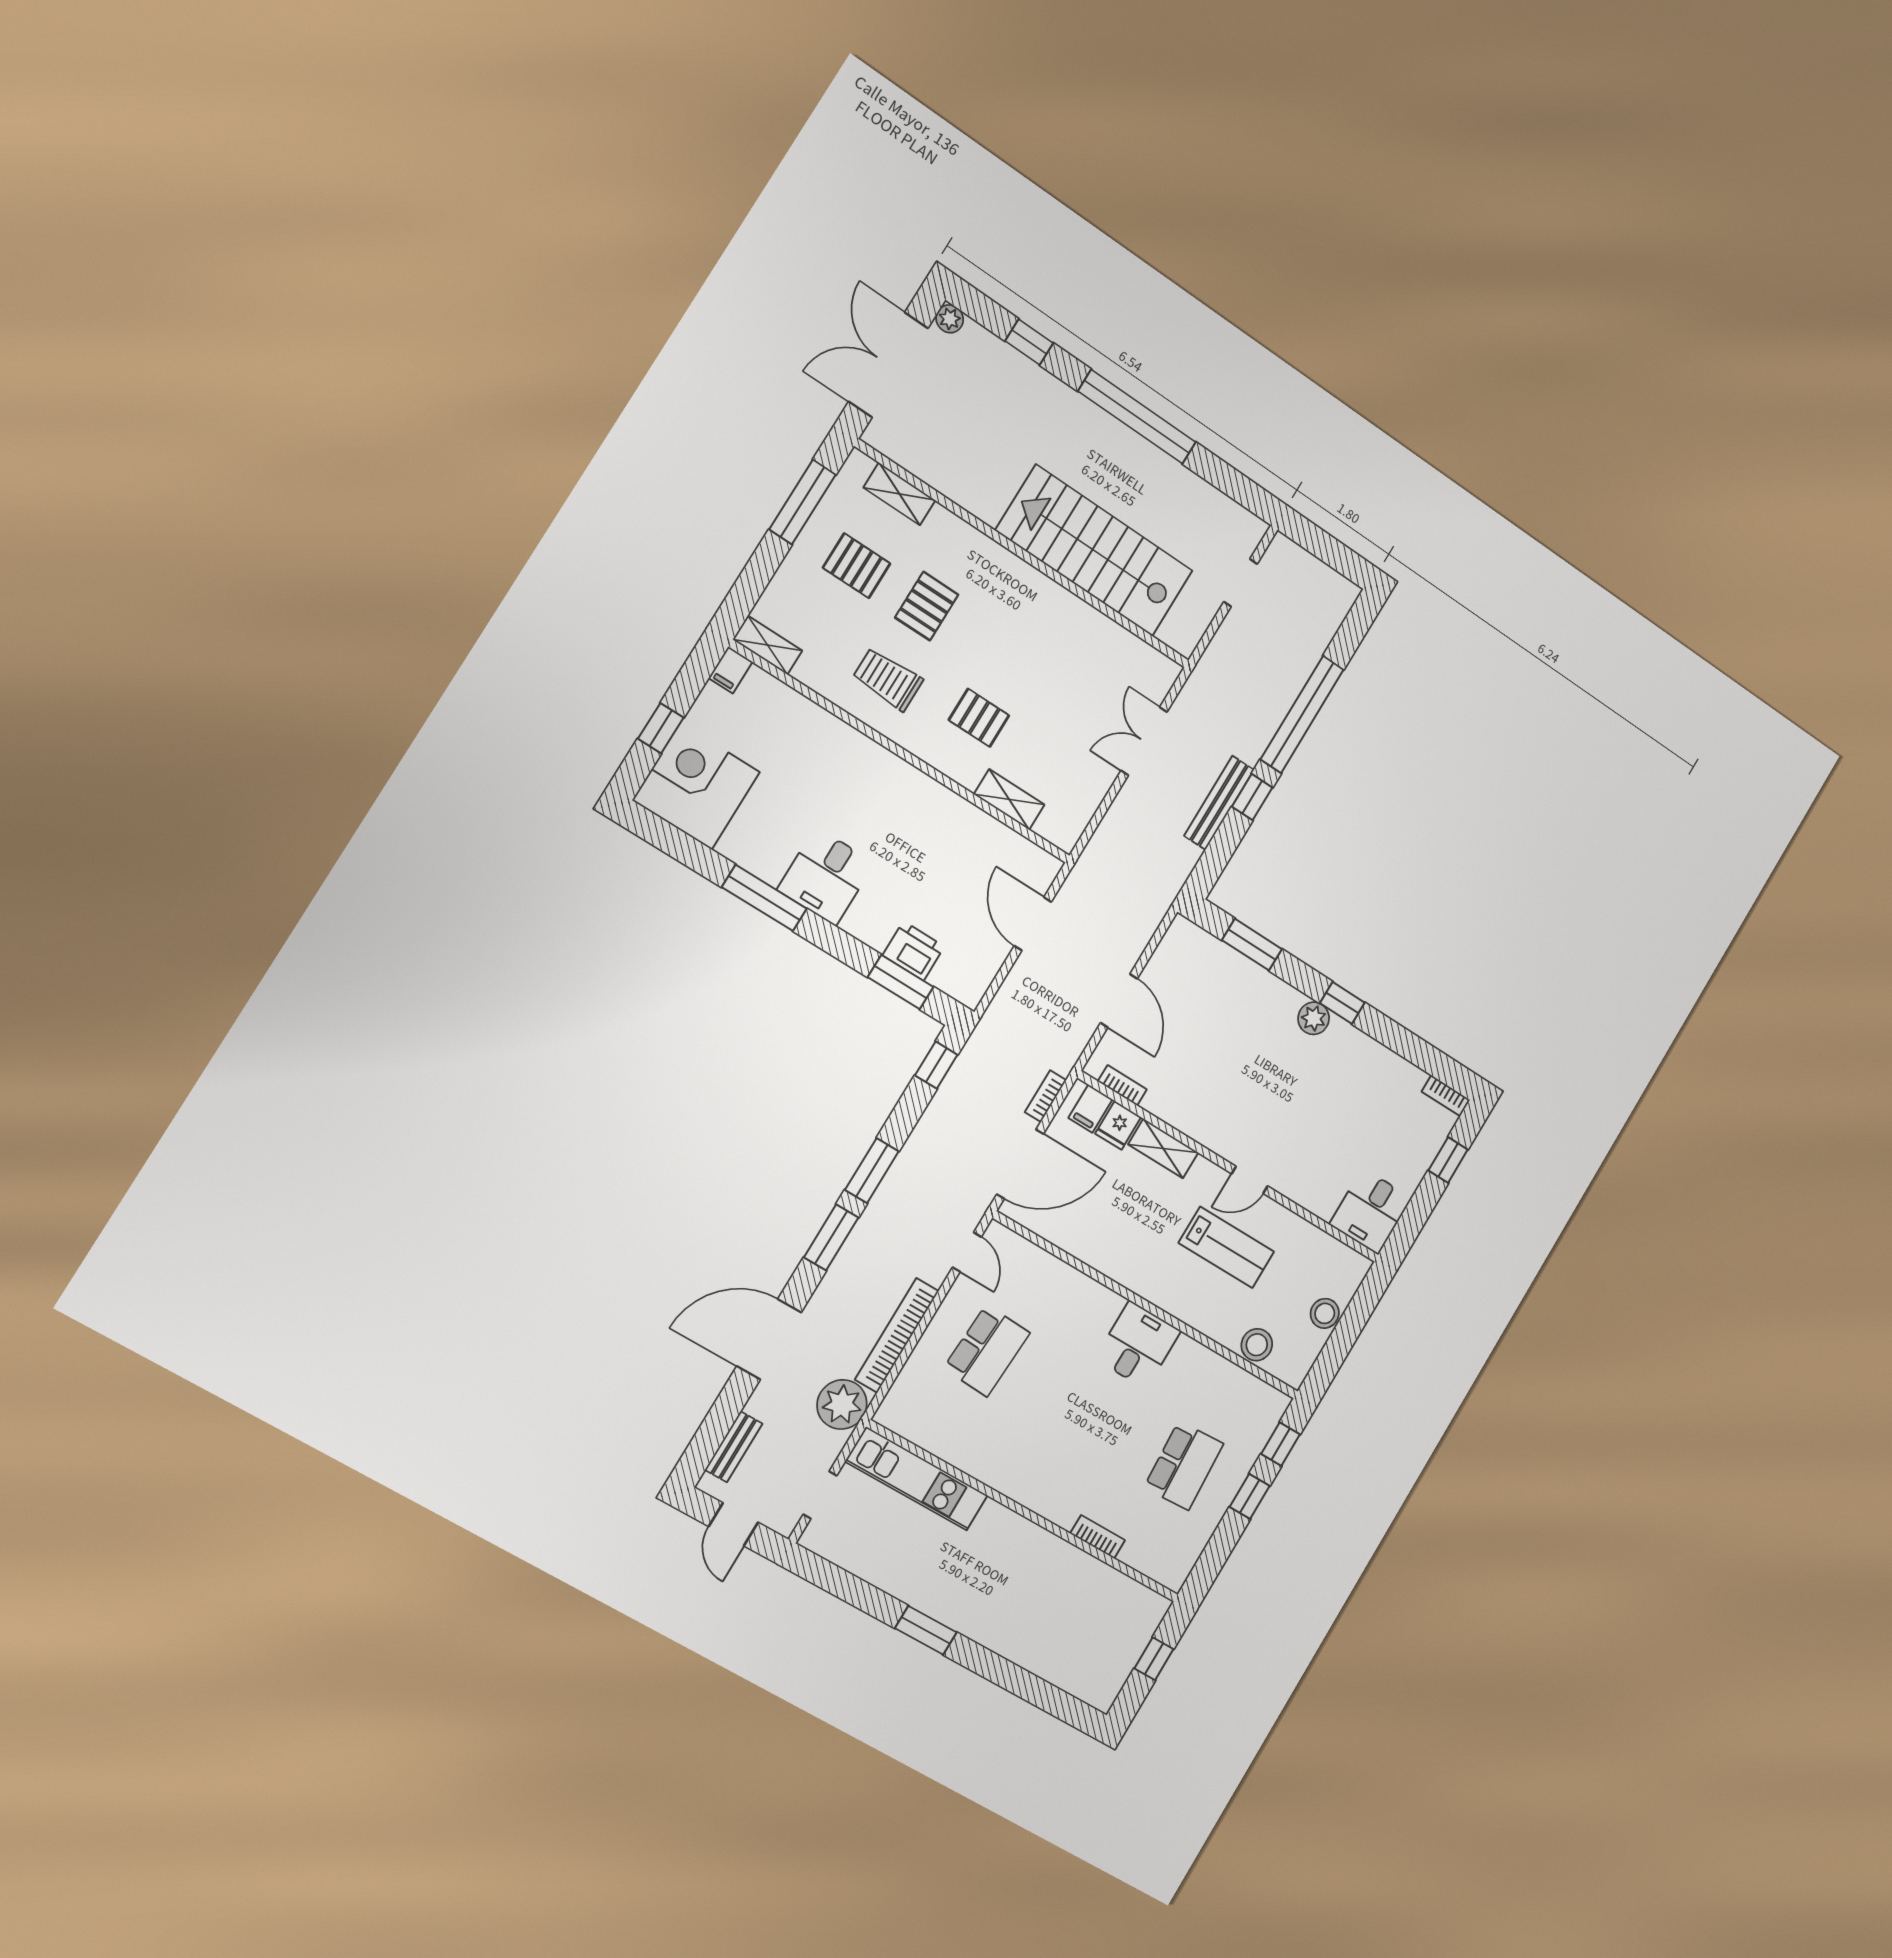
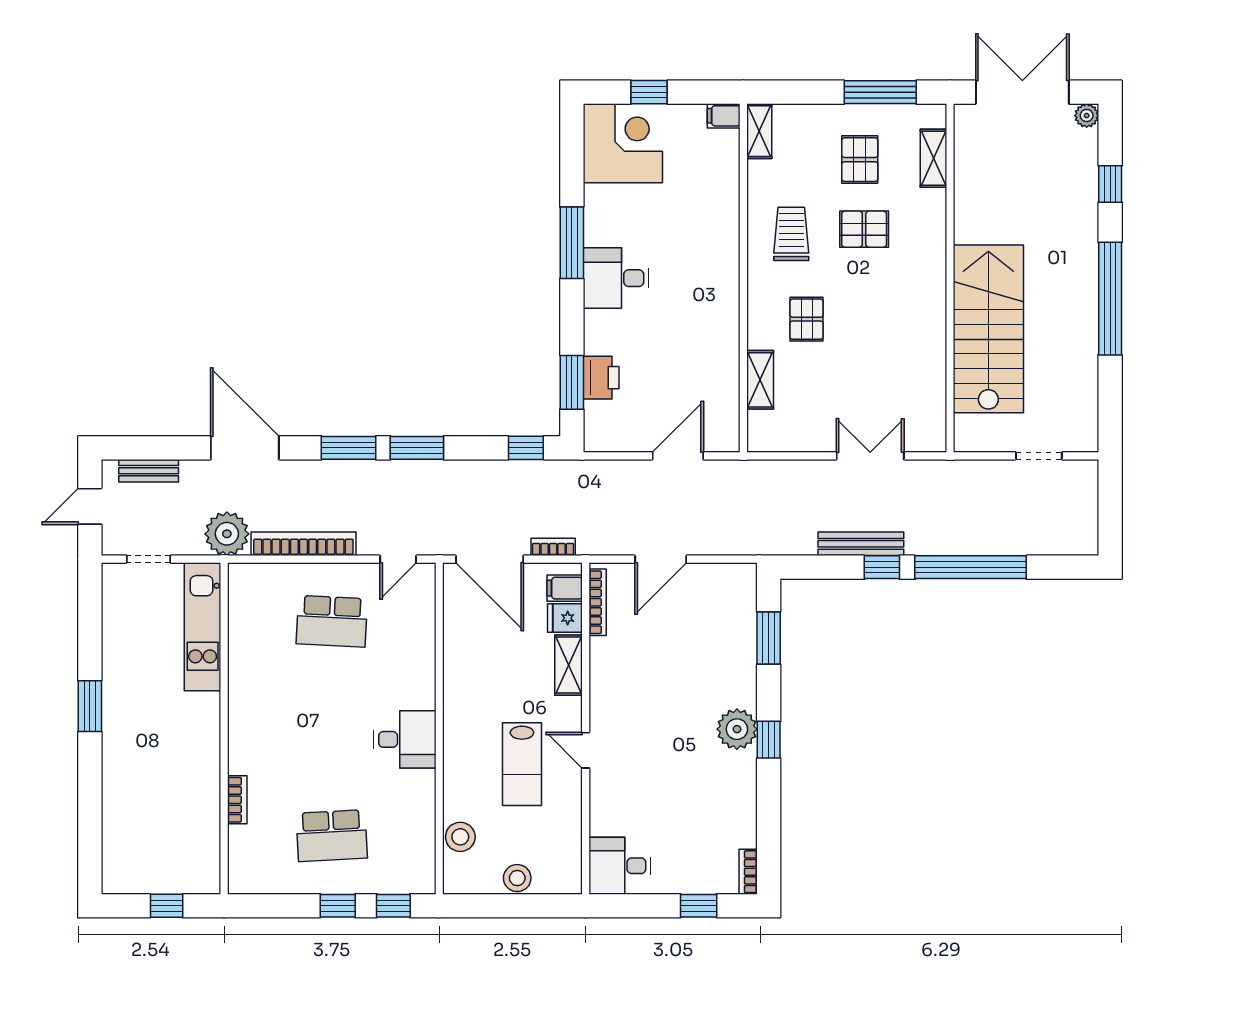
plant: (1314, 1018) -> (737, 729), width x1.36, depth x1.36
bookcase: (1122, 1085) -> (598, 602), width x1.56

